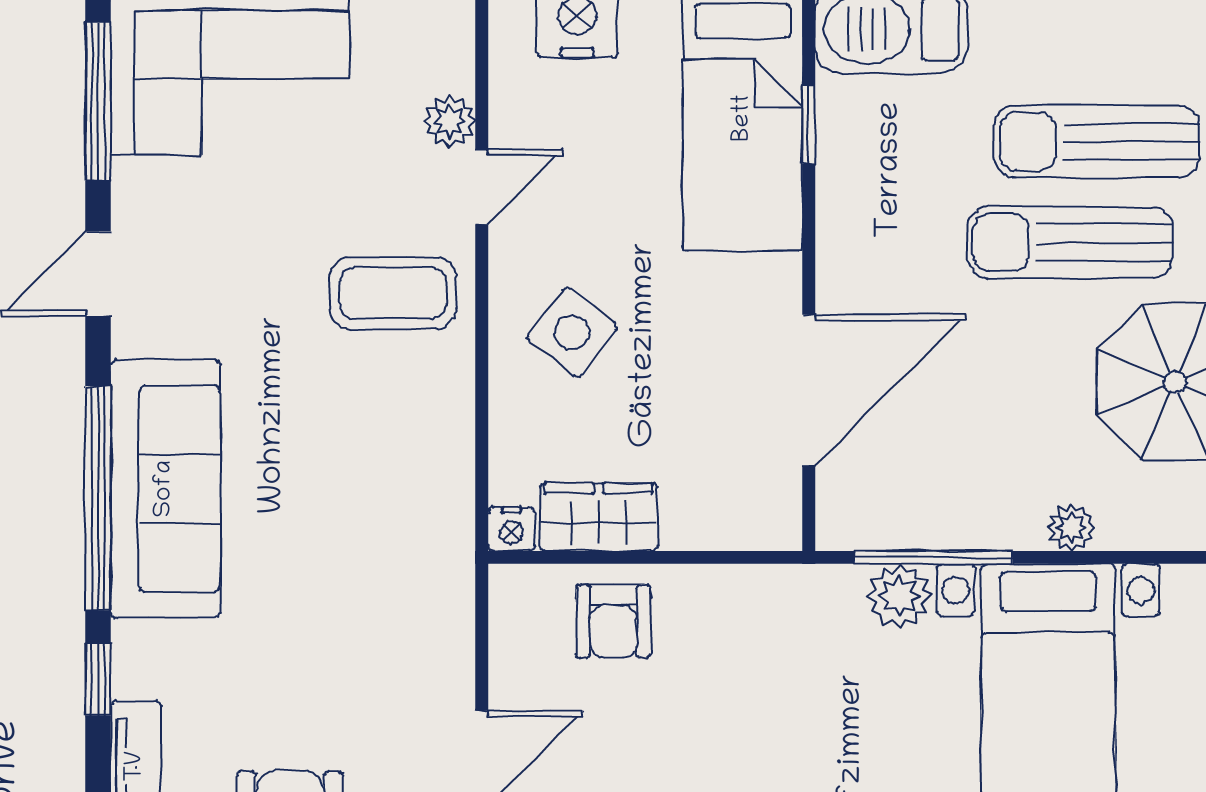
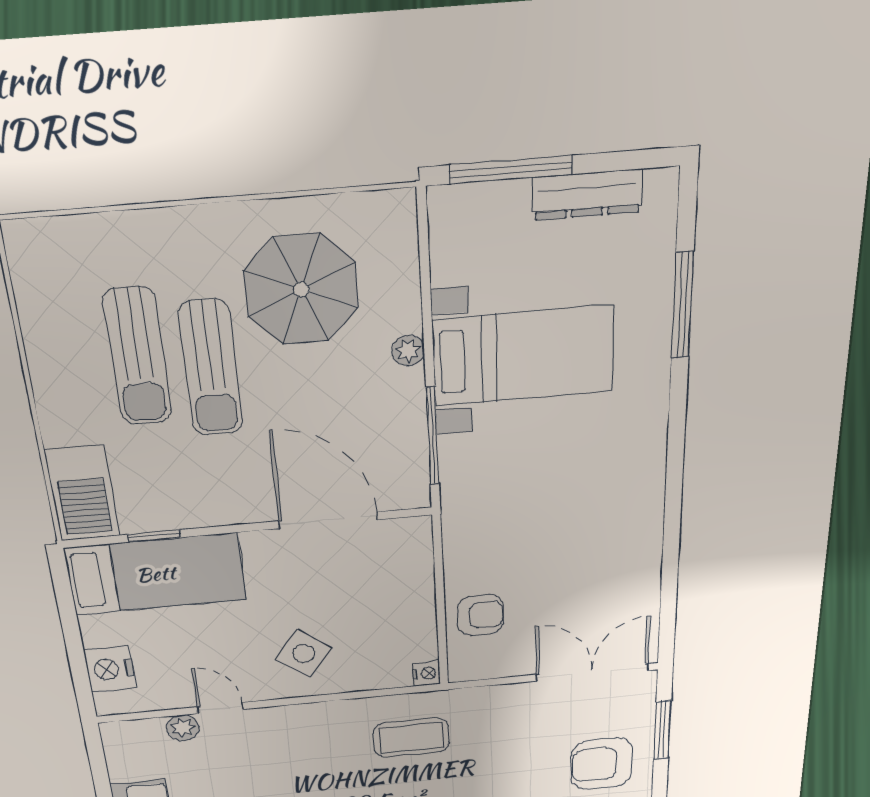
coffee table: (393, 293) -> (411, 738), moved, turned 90
wardrobe: (599, 517) -> (417, 629), removed
plant: (899, 596) -> (459, 455), removed

